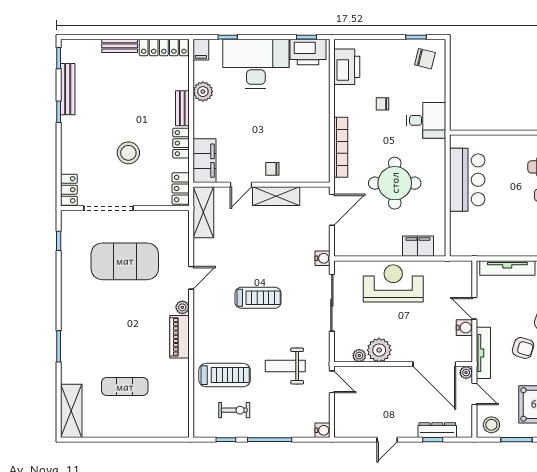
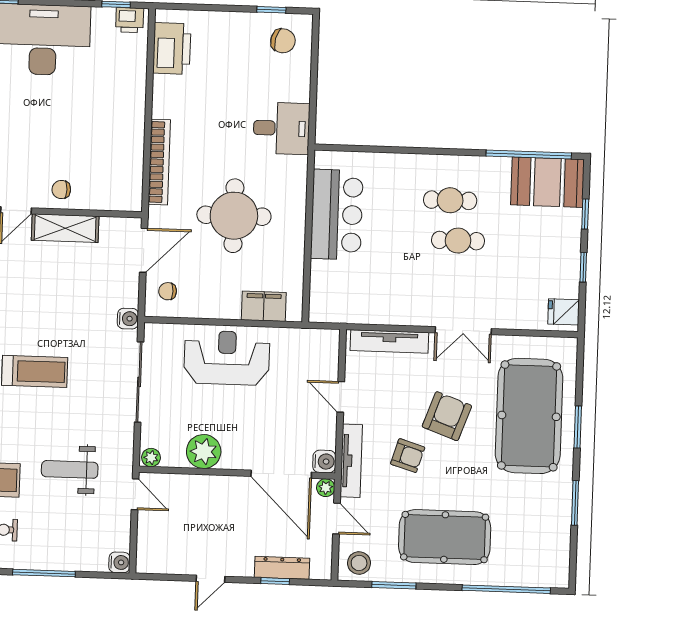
printer: (308, 52) -> (130, 20), width x0.53, depth x0.68
chair: (382, 104) -> (168, 291), moved
water cooler: (464, 328) -> (324, 462), moved
plant: (359, 356) -> (151, 458), moved

